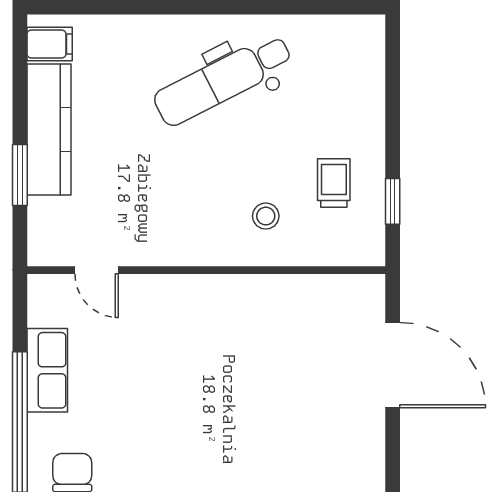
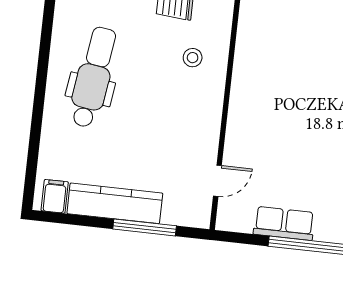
dental chair: (223, 80) -> (93, 77), turned -145
window: (20, 175) -> (145, 227), width x1.44

